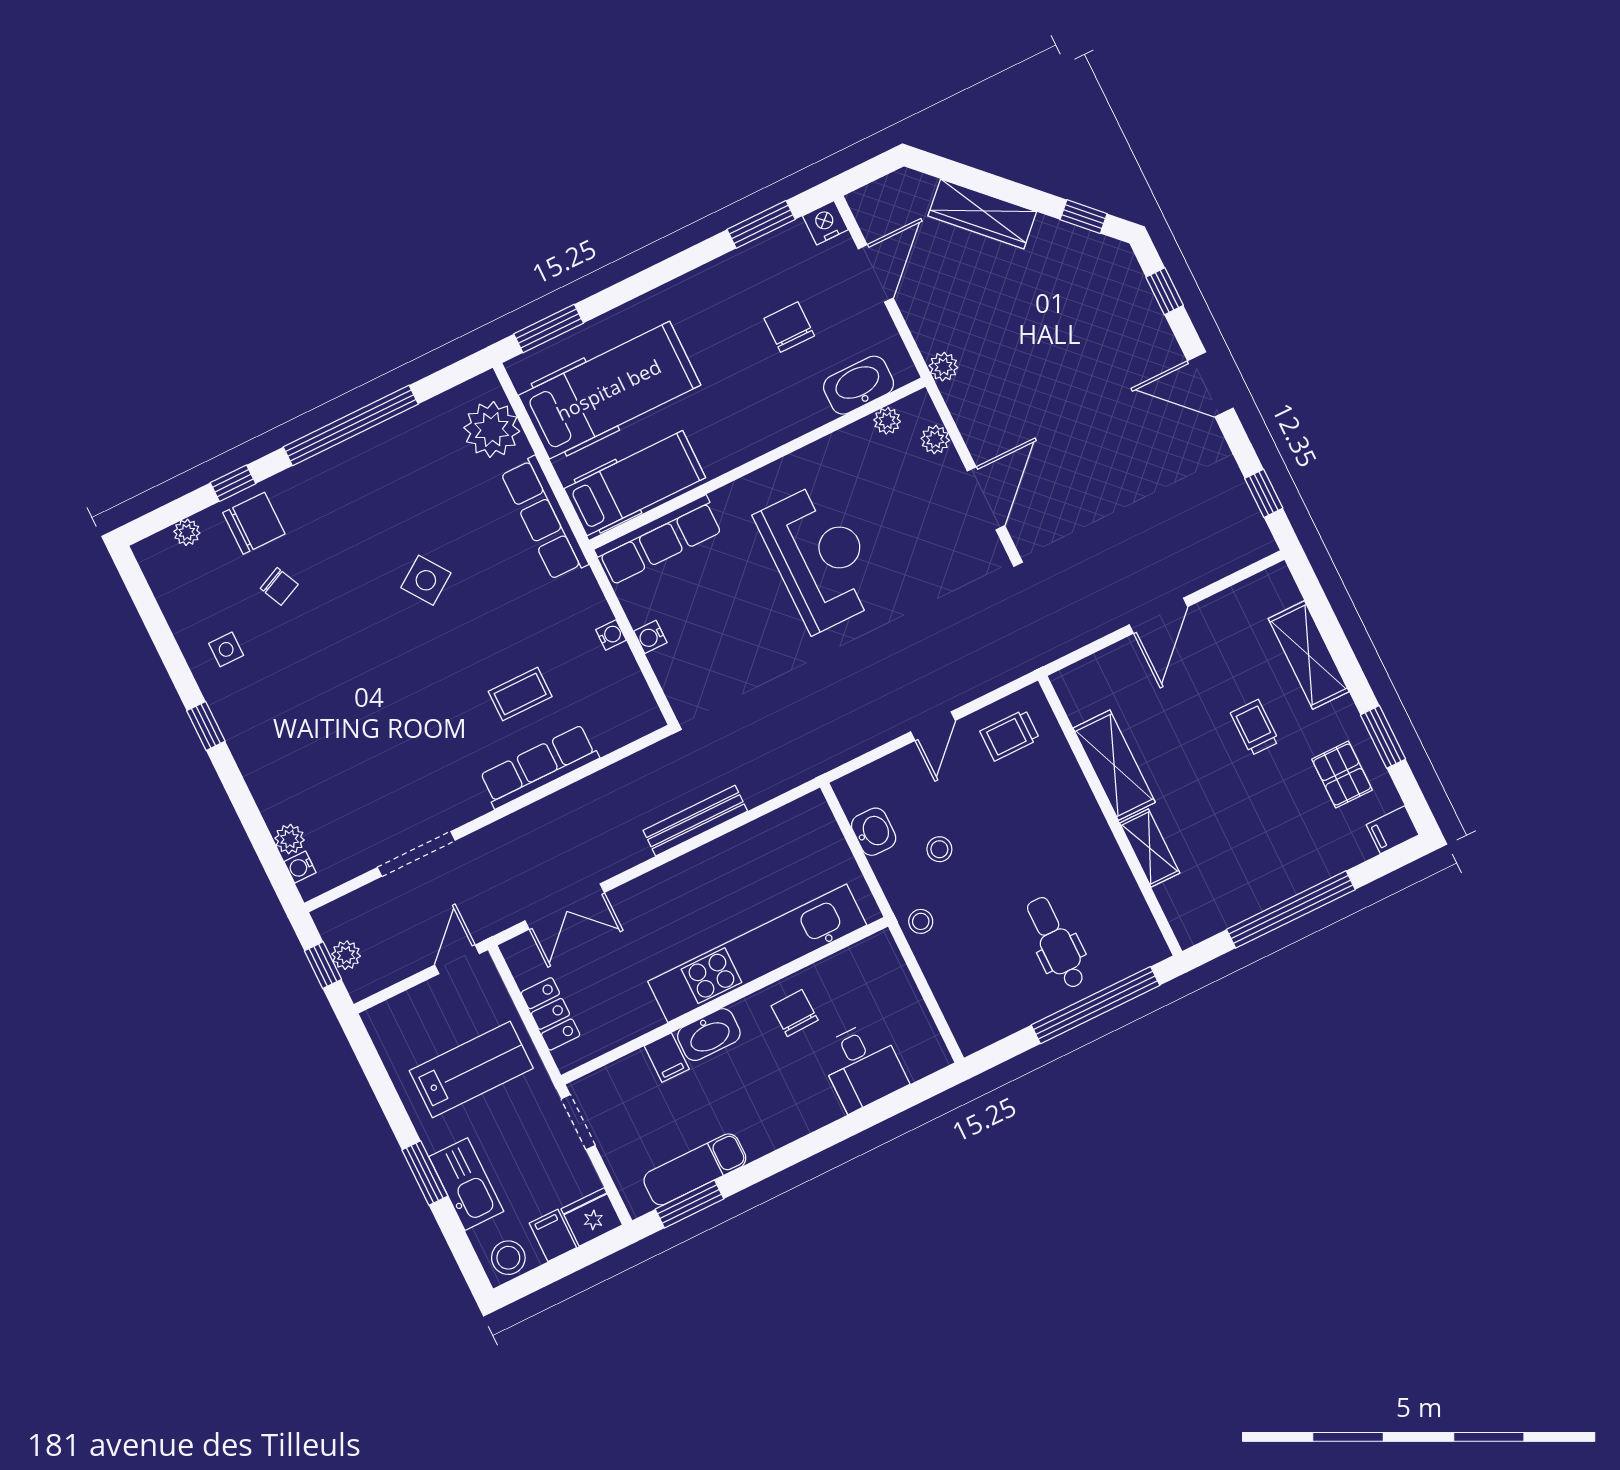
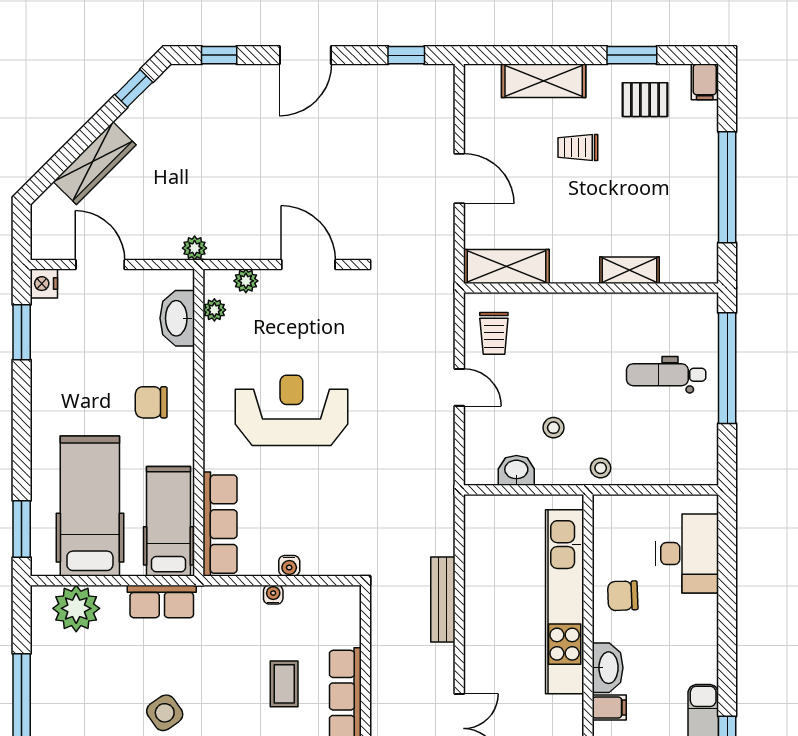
chair: (789, 327) -> (151, 402), moved
row of seats: (545, 518) -> (162, 601), width x0.68
shelving: (1114, 765) -> (506, 266), moved
desk: (862, 1066) -> (687, 554), width x1.37

